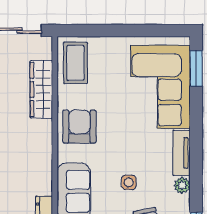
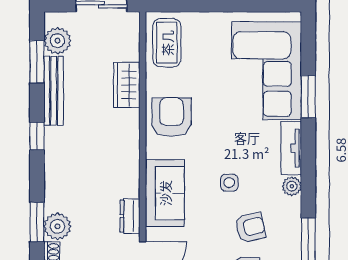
window: (196, 68) -> (308, 97), moved
wardrobe: (41, 89) -> (127, 85), width x0.67

